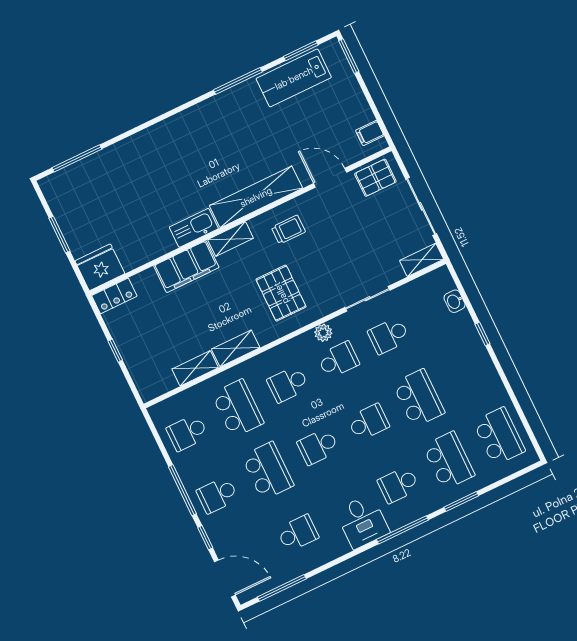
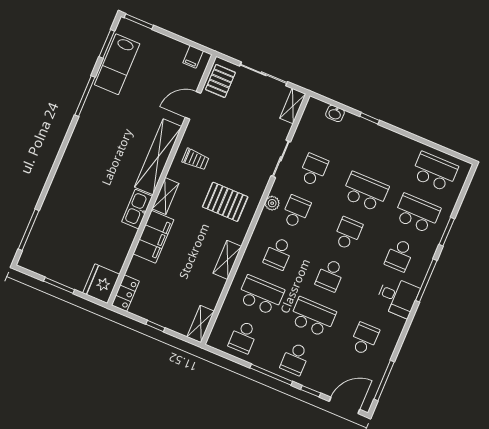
trolley: (288, 230) -> (195, 159), turned 90
school desk: (389, 336) -> (313, 170), turned 180
shelving: (195, 368) -> (201, 324), moved

